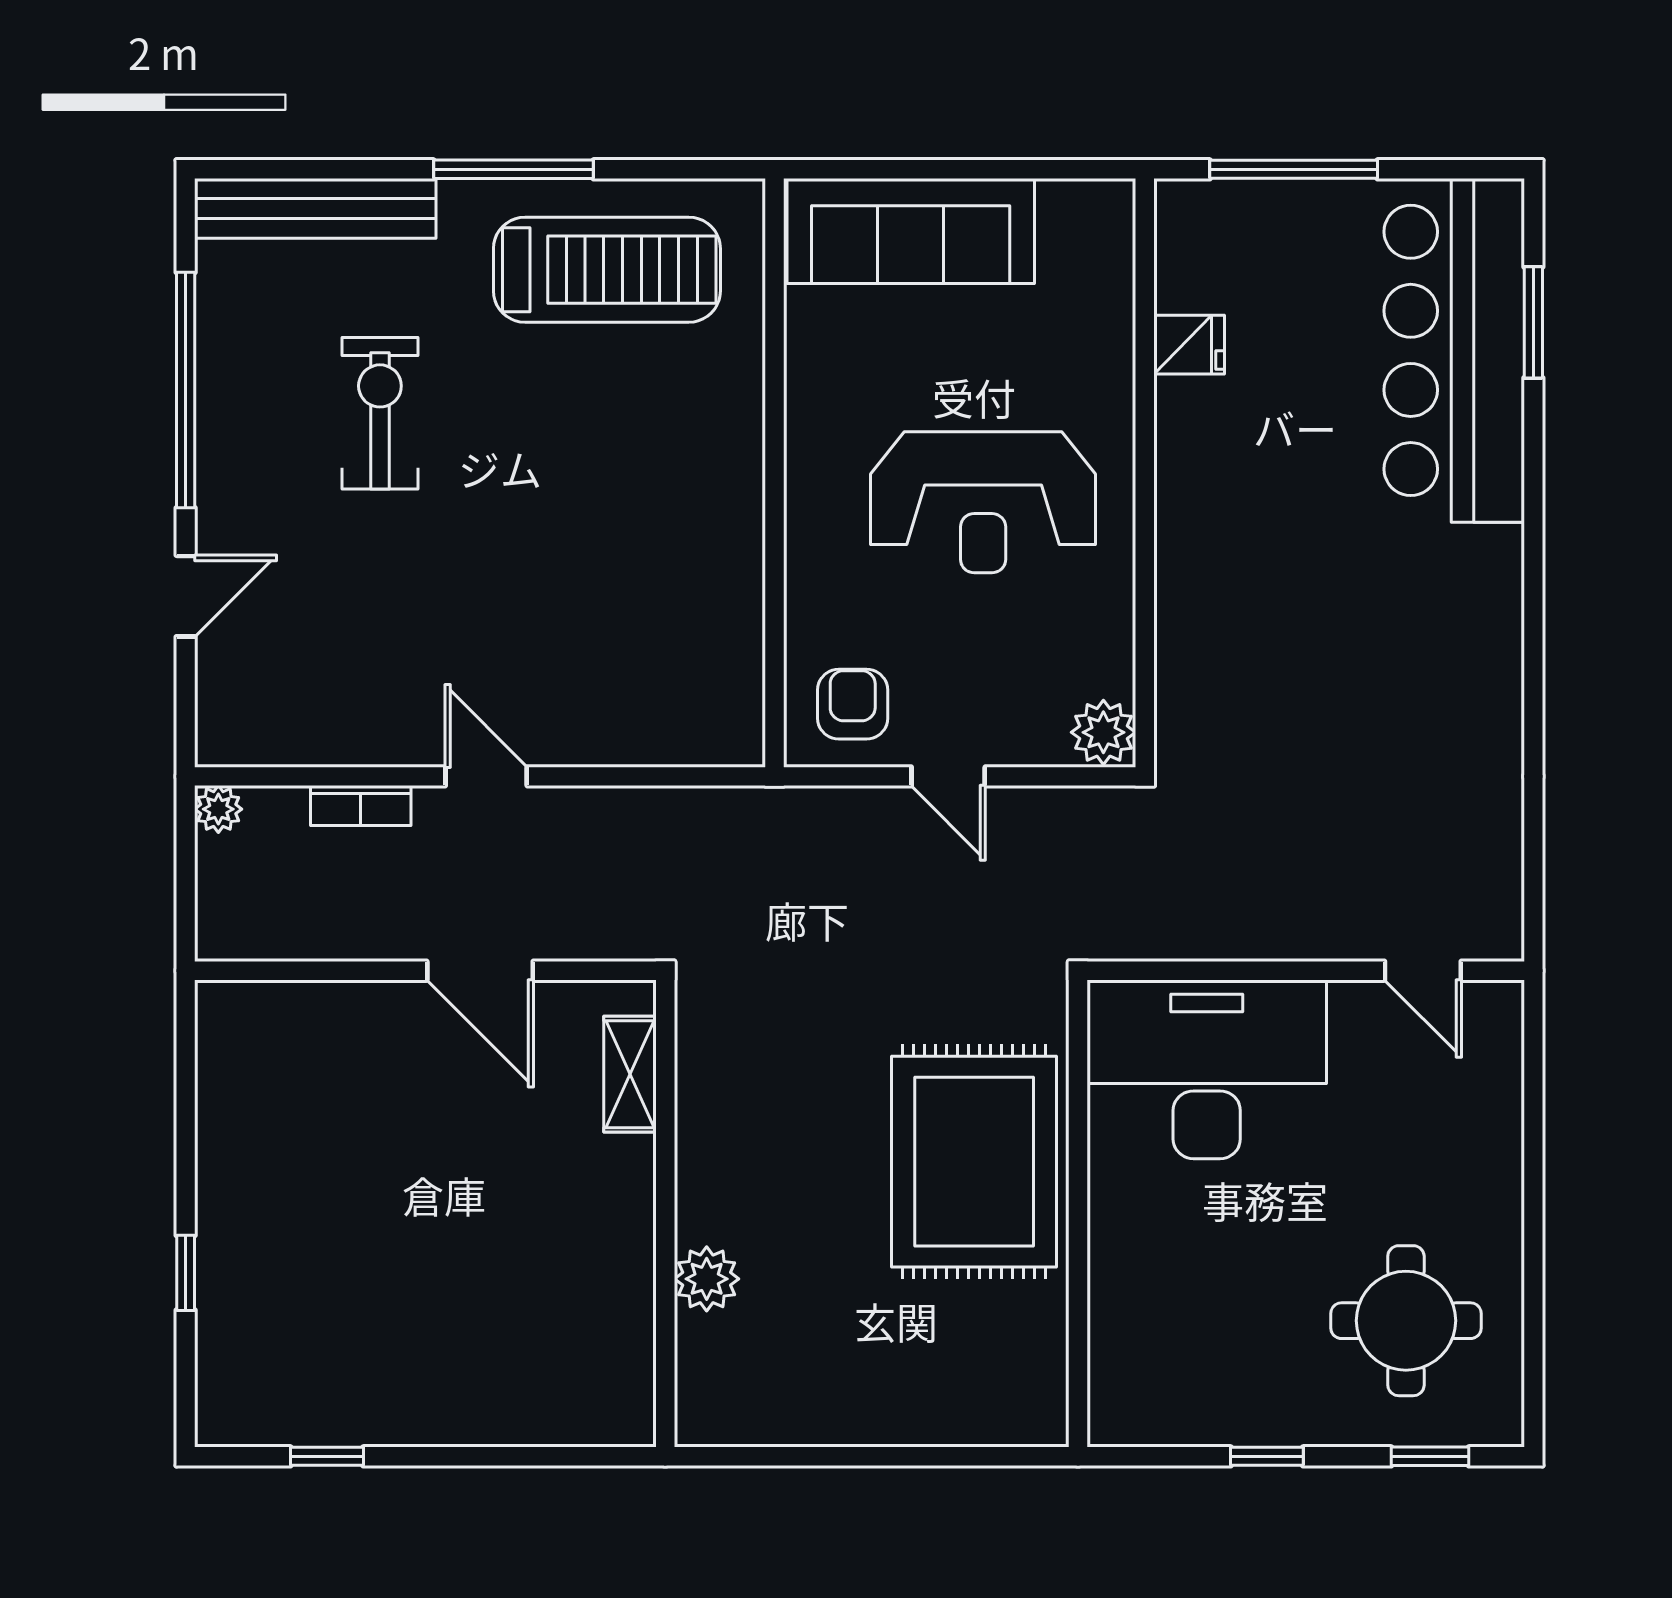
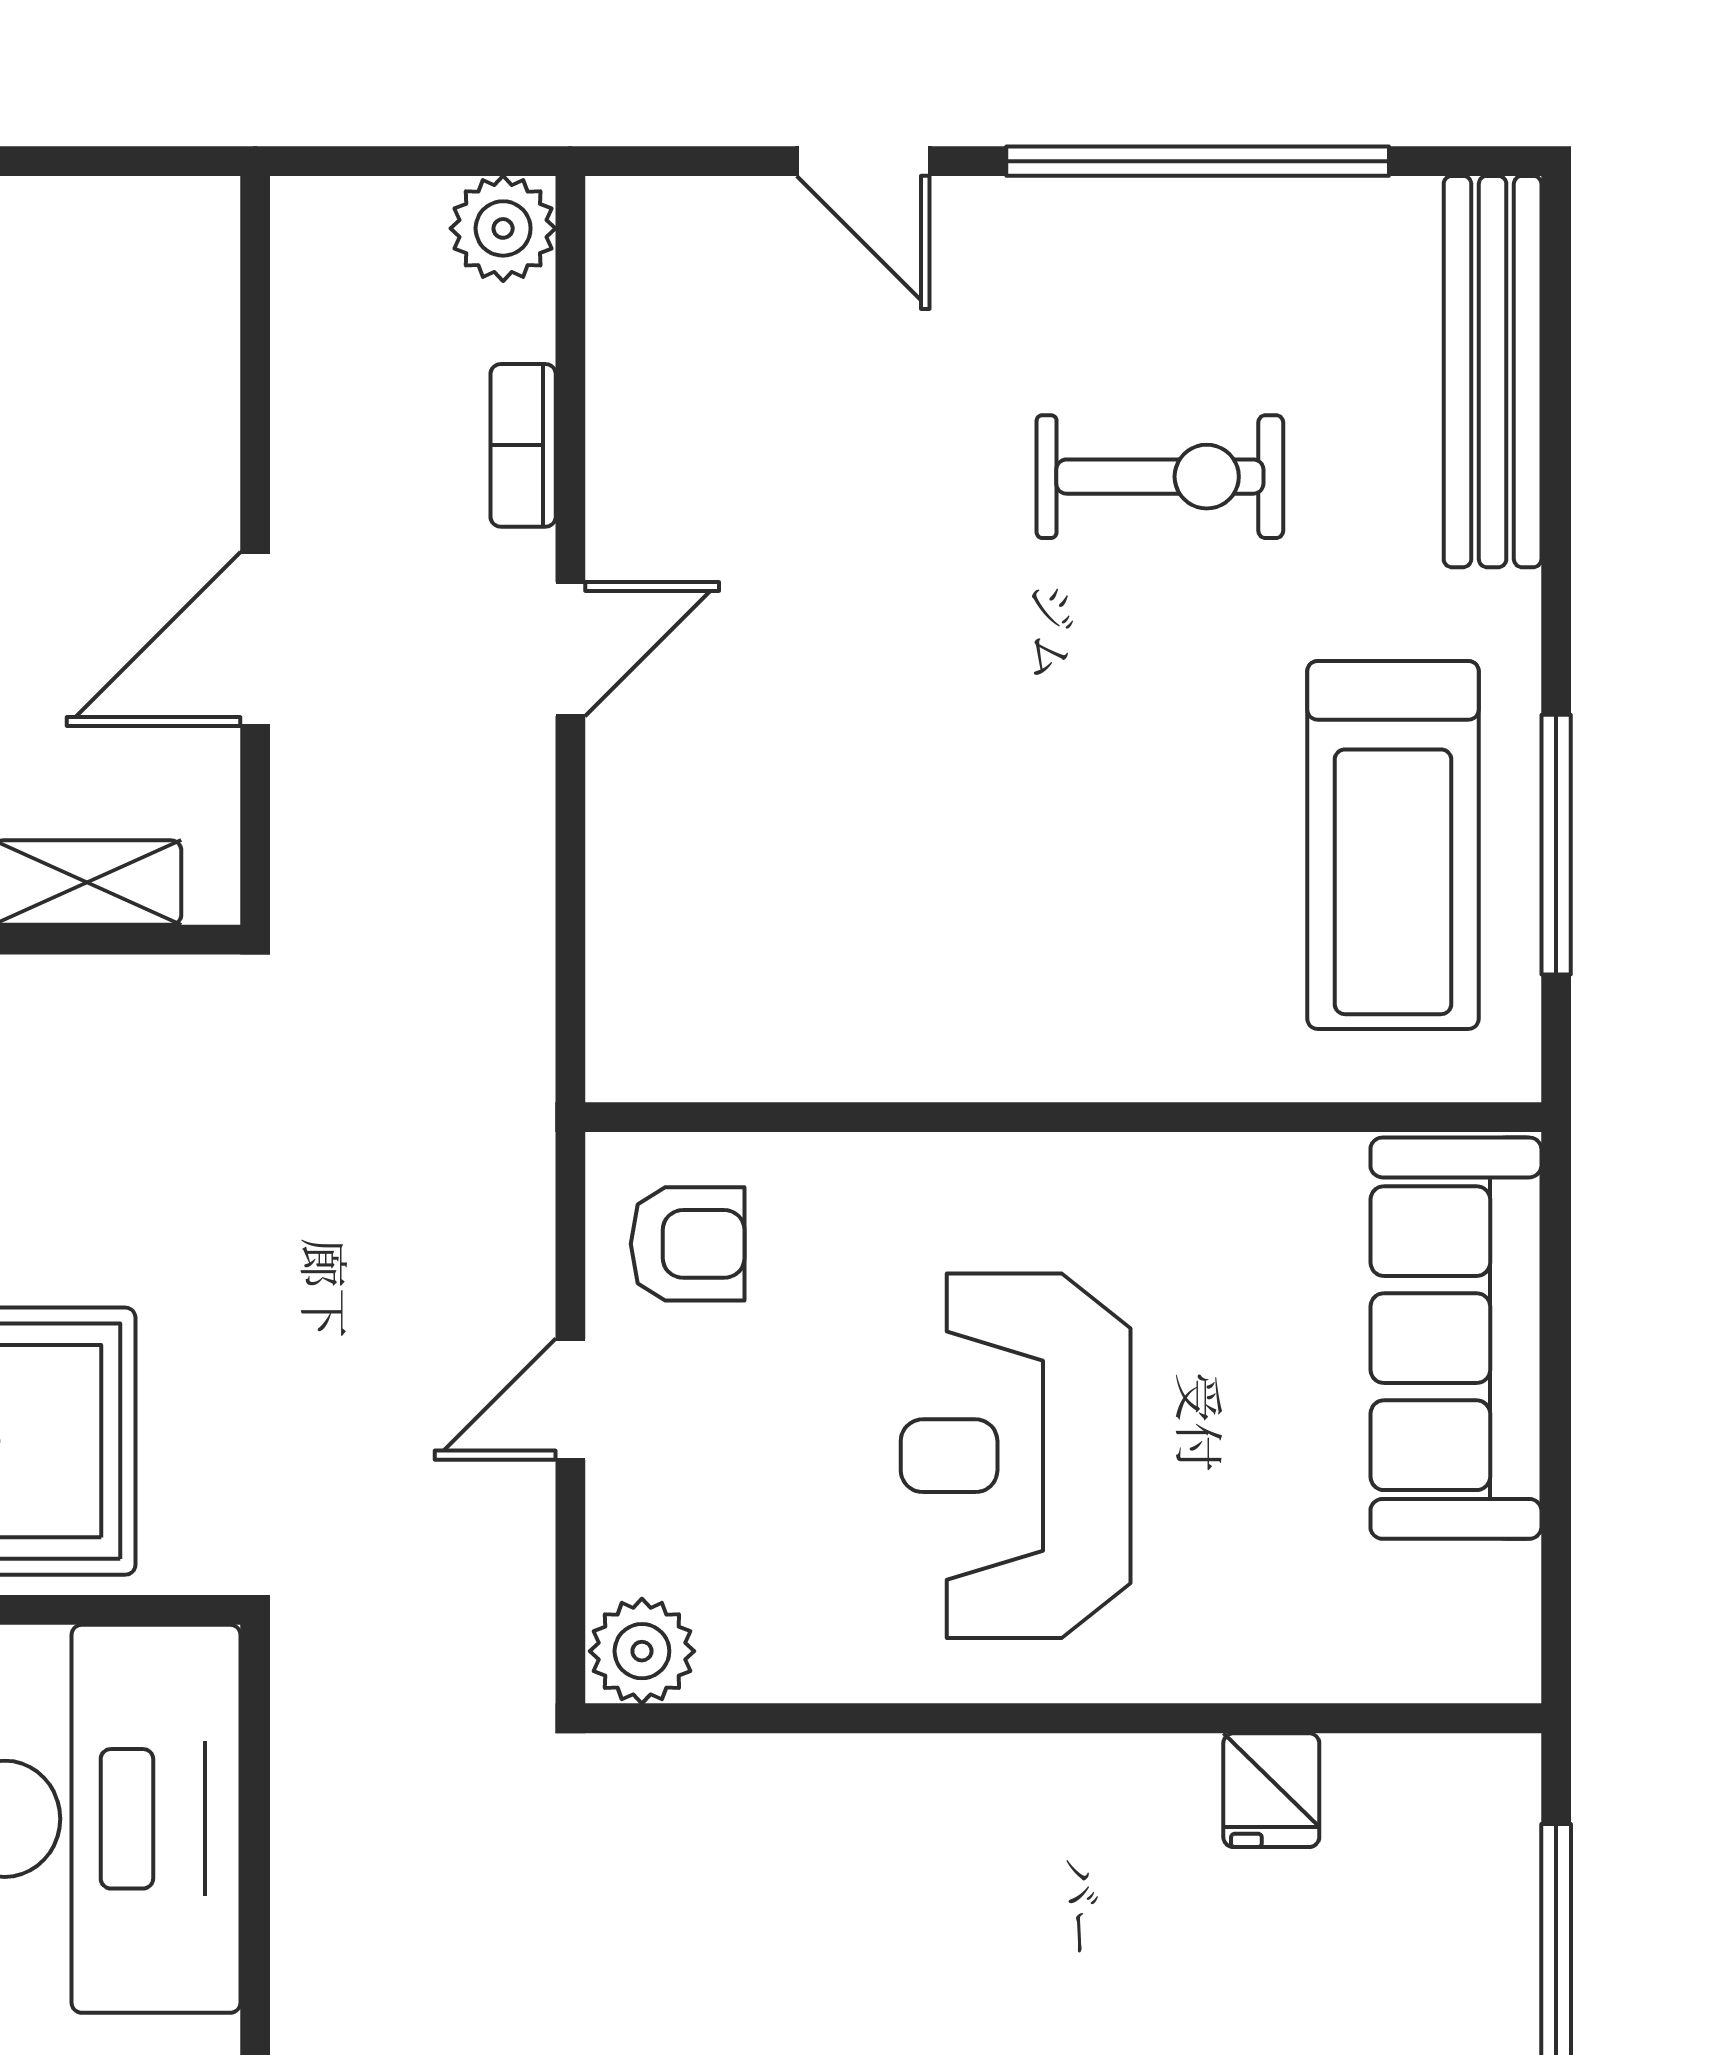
window: (513, 169) -> (1556, 845), moved
plant: (218, 809) -> (503, 228), width x1.38, depth x1.38

